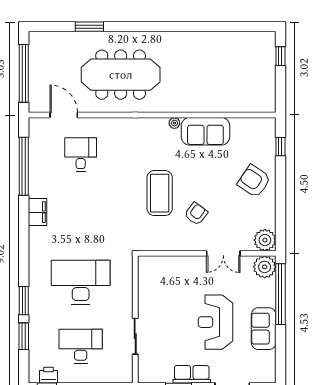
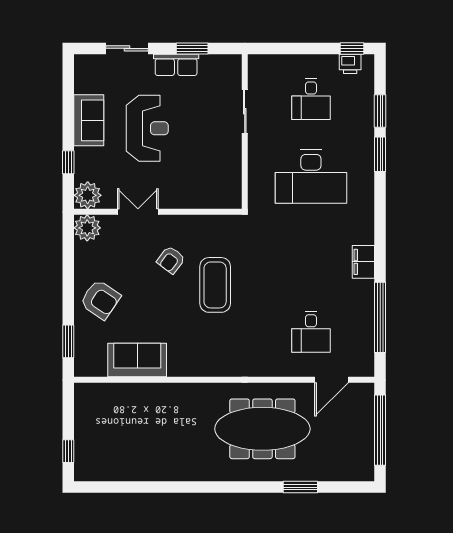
door: (64, 115) -> (331, 380), hinge flipped
plant: (174, 123) -> (197, 370), removed
sofa: (205, 131) -> (137, 360), moved
window: (280, 147) -> (68, 341), width x1.50
window: (280, 294) -> (68, 162), width x0.32
desk: (81, 346) -> (311, 99), width x0.73

